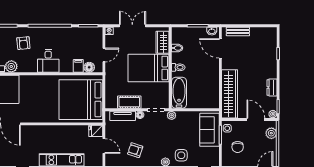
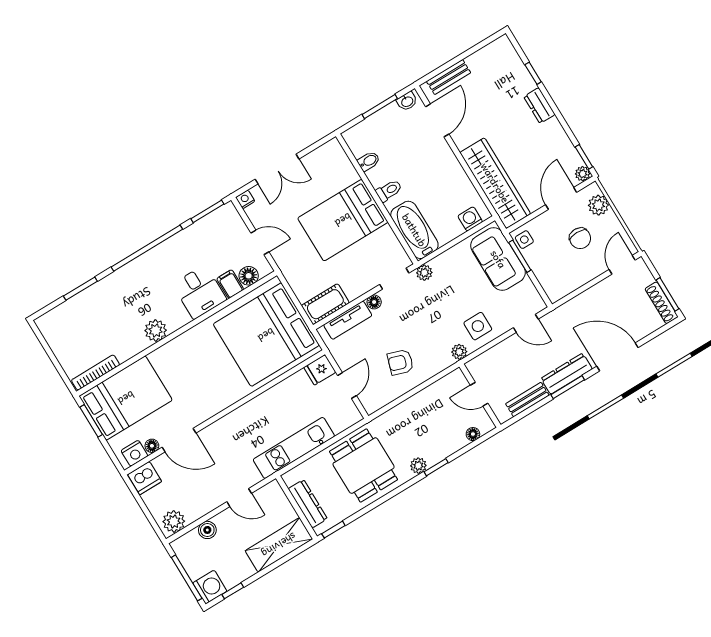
double door: (132, 26) -> (277, 169), swing flipped
wardrobe: (163, 42) -> (340, 166), removed
armchair: (23, 43) -> (122, 301), removed
door: (220, 48) -> (437, 120), swing flipped
door: (104, 55) -> (260, 242), hinge flipped
desk: (48, 61) -> (199, 292), moved
plant: (11, 66) -> (156, 330), moved
dresser: (272, 87) -> (539, 106), moved
cot: (129, 102) -> (325, 304), moved
washing machine: (208, 103) -> (470, 219), added
door: (256, 120) -> (561, 198), hinge flipped
door: (104, 146) -> (347, 386), hinge flipped
chair: (238, 147) -> (580, 238), moved

